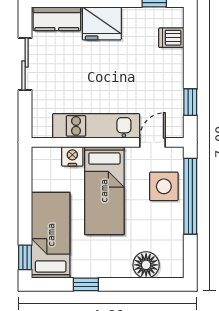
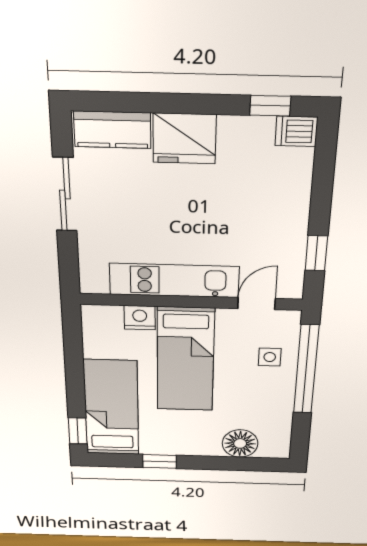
dishwasher: (171, 38) -> (296, 131), moved
side table: (164, 186) -> (270, 357), width x0.54, depth x0.54

